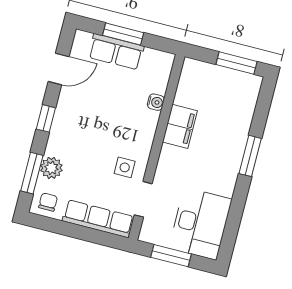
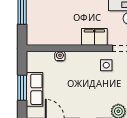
filing cabinet: (180, 126) -> (94, 37), moved

